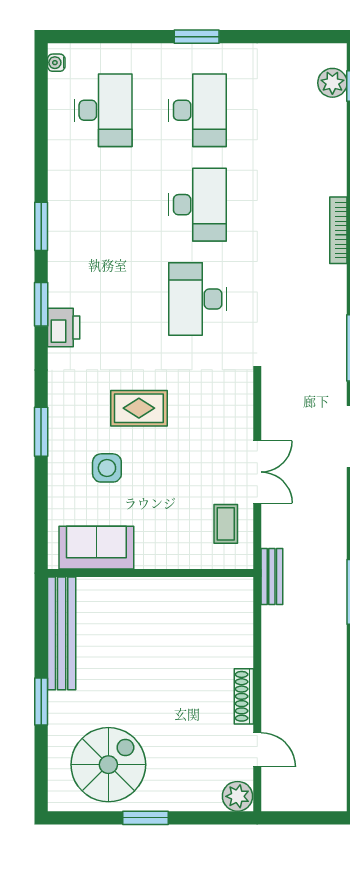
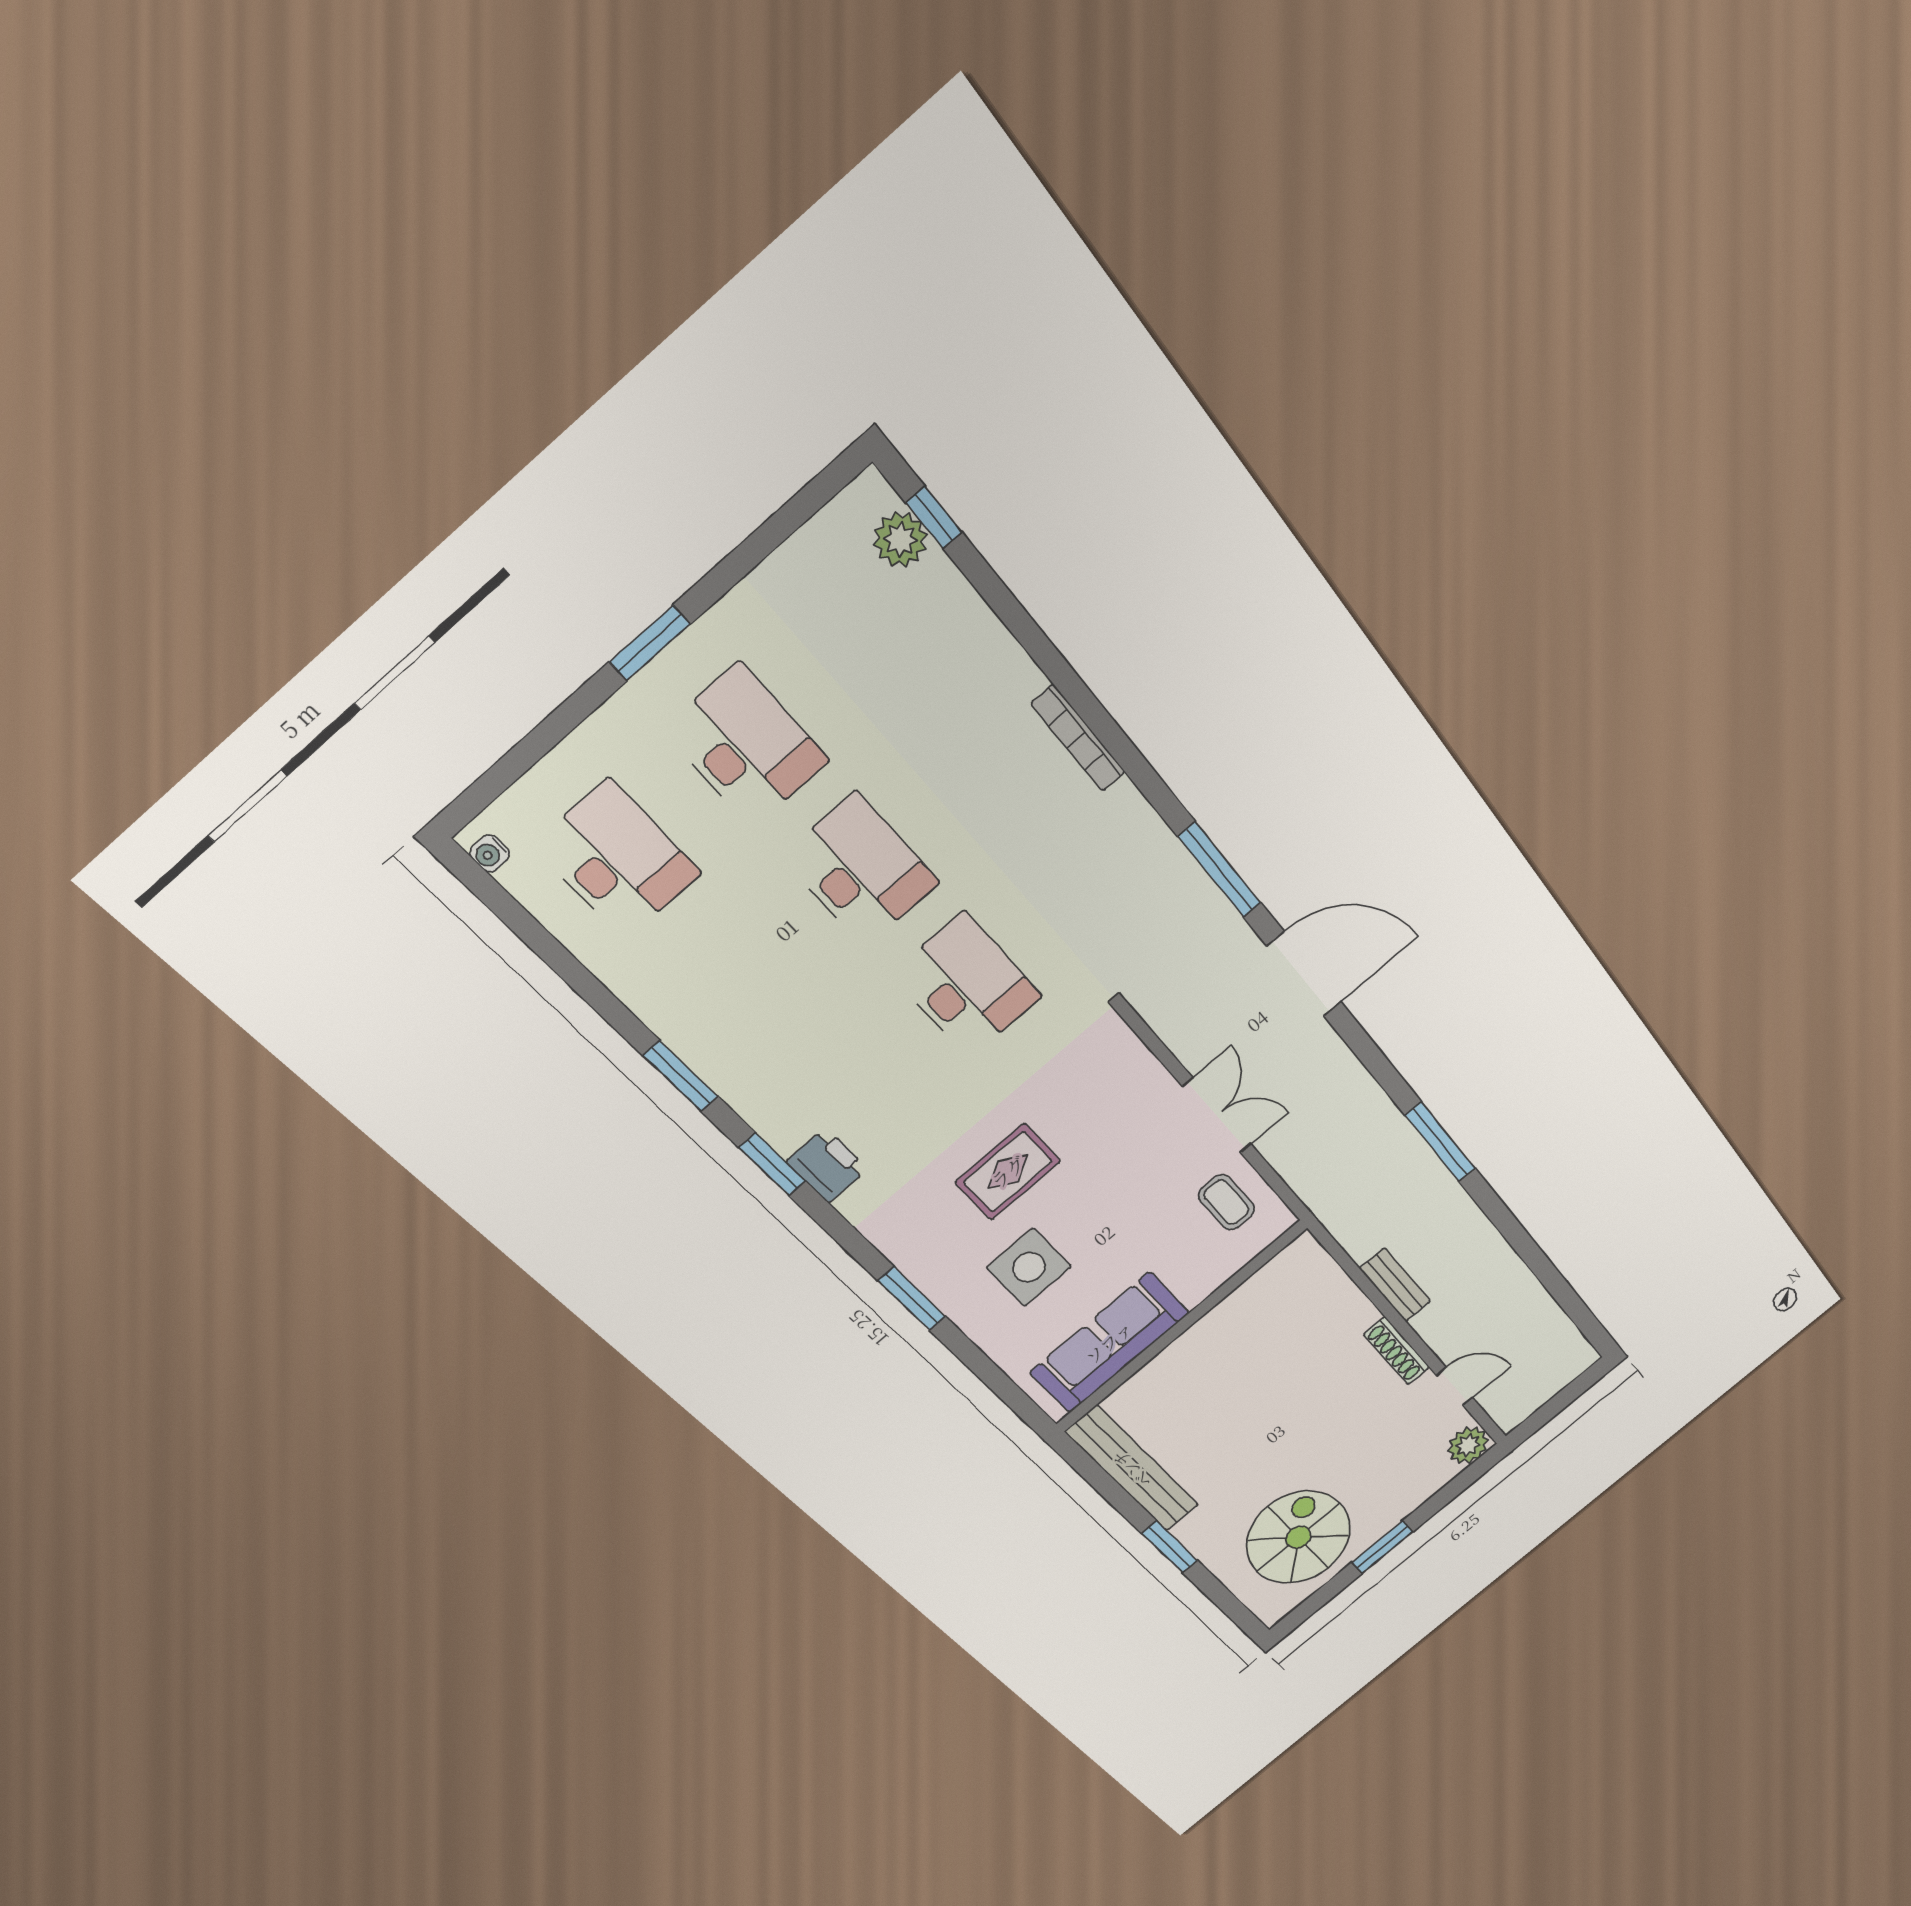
desk: (198, 299) -> (967, 985), turned 180
side table: (107, 468) -> (1029, 1267), width x1.37, depth x1.37
sofa: (96, 548) -> (1109, 1343), width x1.36
bench: (272, 577) -> (1395, 1285), moved

